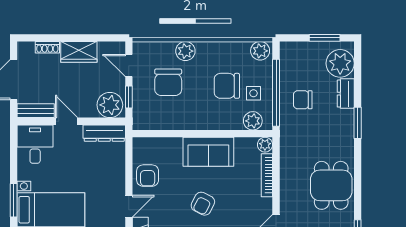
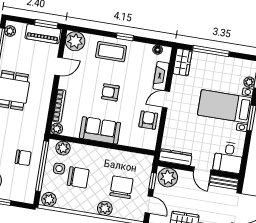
armchair: (203, 204) -> (110, 92), turned -117

